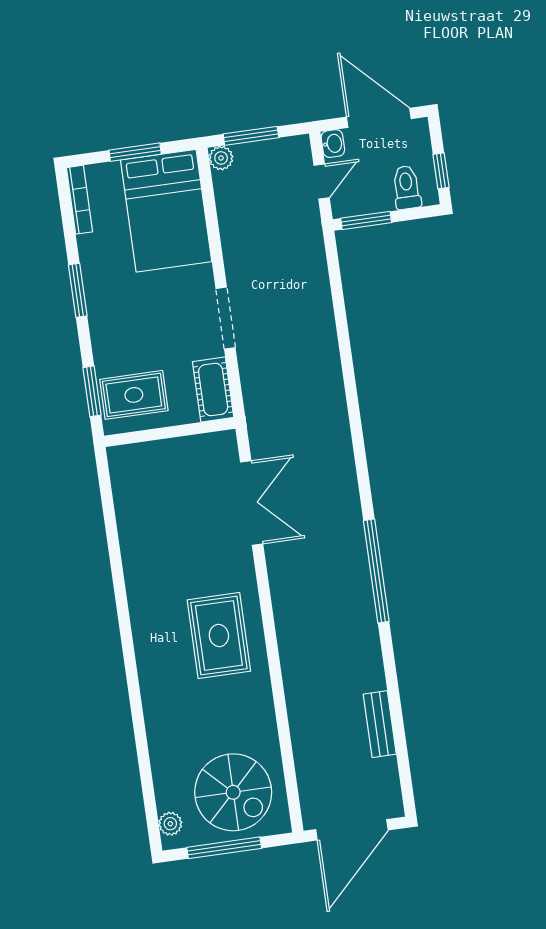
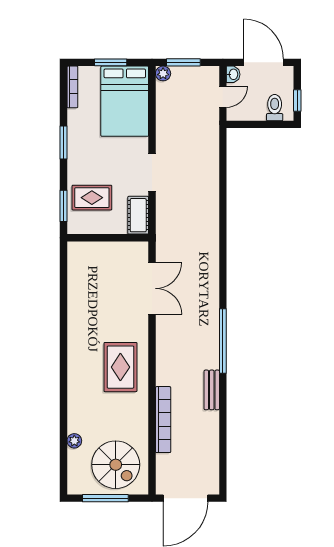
window: (366, 220) -> (247, 124), removed
rug: (134, 395) -> (92, 198), moved
bookcase: (299, 710) -> (163, 420), added
bench: (380, 724) -> (212, 390), moved
plant: (170, 824) -> (74, 441), moved

